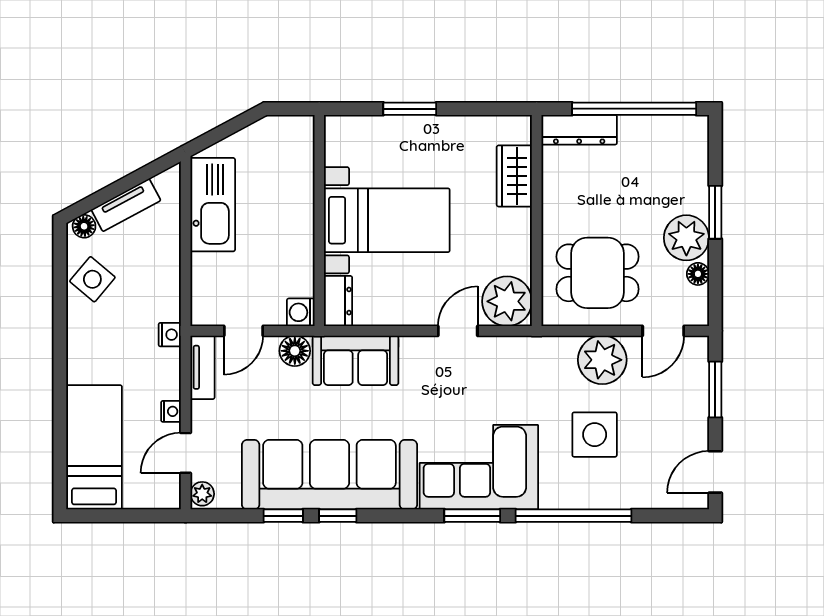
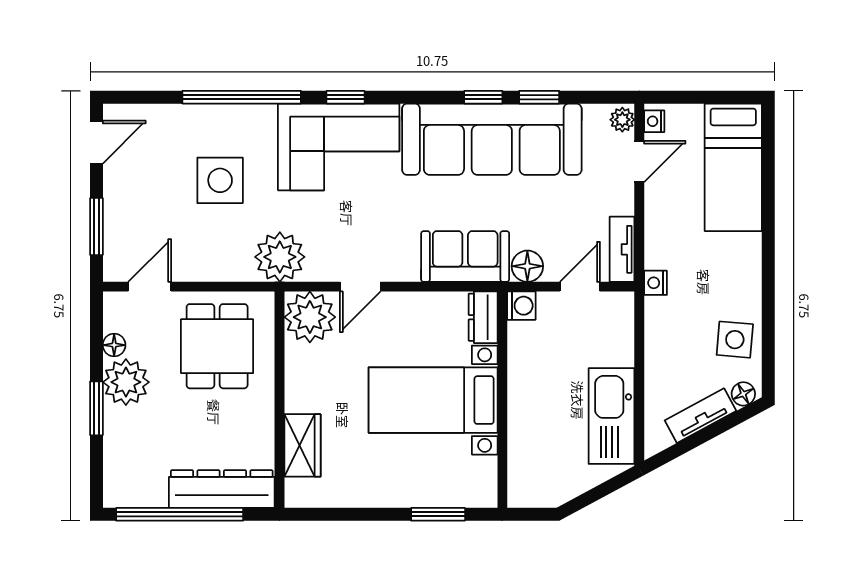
window: (410, 109) -> (438, 514), moved
dresser: (579, 130) -> (222, 489), width x1.37, depth x1.24
dining table: (598, 273) -> (217, 346), turned 90
side table: (92, 279) -> (735, 340), turned -35
plant: (602, 360) -> (280, 257), moved
nightstand: (171, 411) -> (654, 121), moved
window: (472, 516) -> (346, 97), width x0.67

